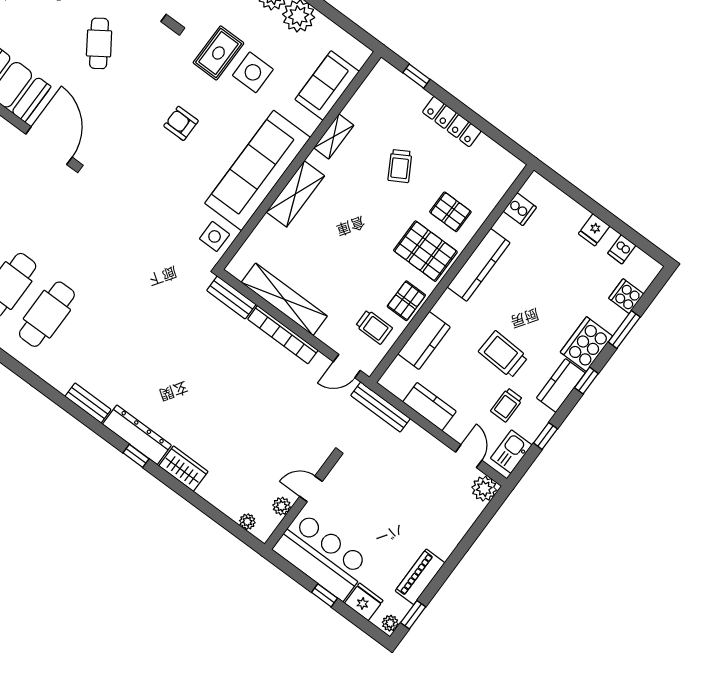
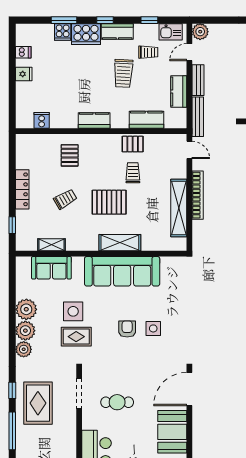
cafe table: (99, 43) -> (117, 402), turned 34
armchair: (181, 123) -> (127, 329), turned 180
shelving: (334, 137) -> (52, 245), moved
side table: (215, 236) -> (153, 328), moved
pallet: (425, 251) -> (109, 202), moved, turned 90
kitchen counter: (479, 265) -> (94, 120), width x0.67
cooker: (626, 296) -> (63, 32), moved
bench: (231, 297) -> (198, 80), moved
trolley: (374, 327) -> (133, 173), moved

